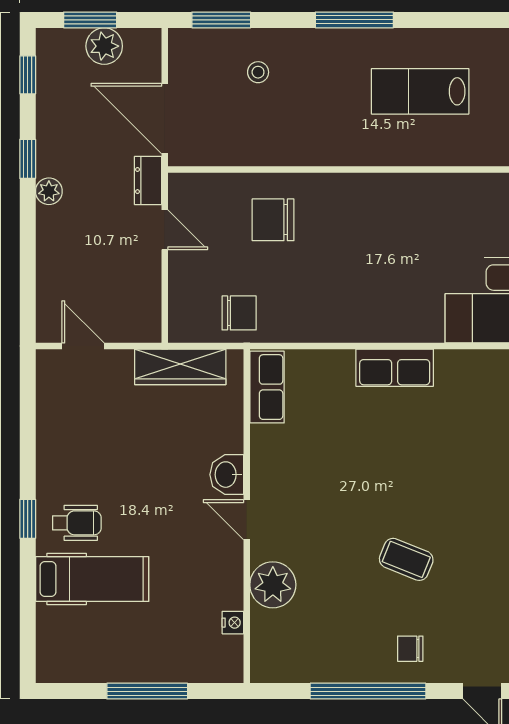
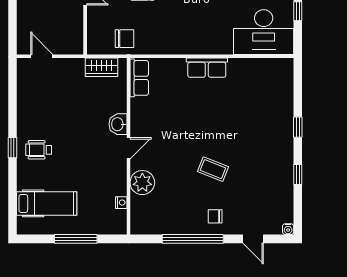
wardrobe: (180, 367) -> (101, 67), width x0.67
door: (247, 520) -> (128, 148), swing flipped
wheelchair: (77, 523) -> (39, 150), turned 180
hospital bed: (92, 579) -> (47, 203), moved

